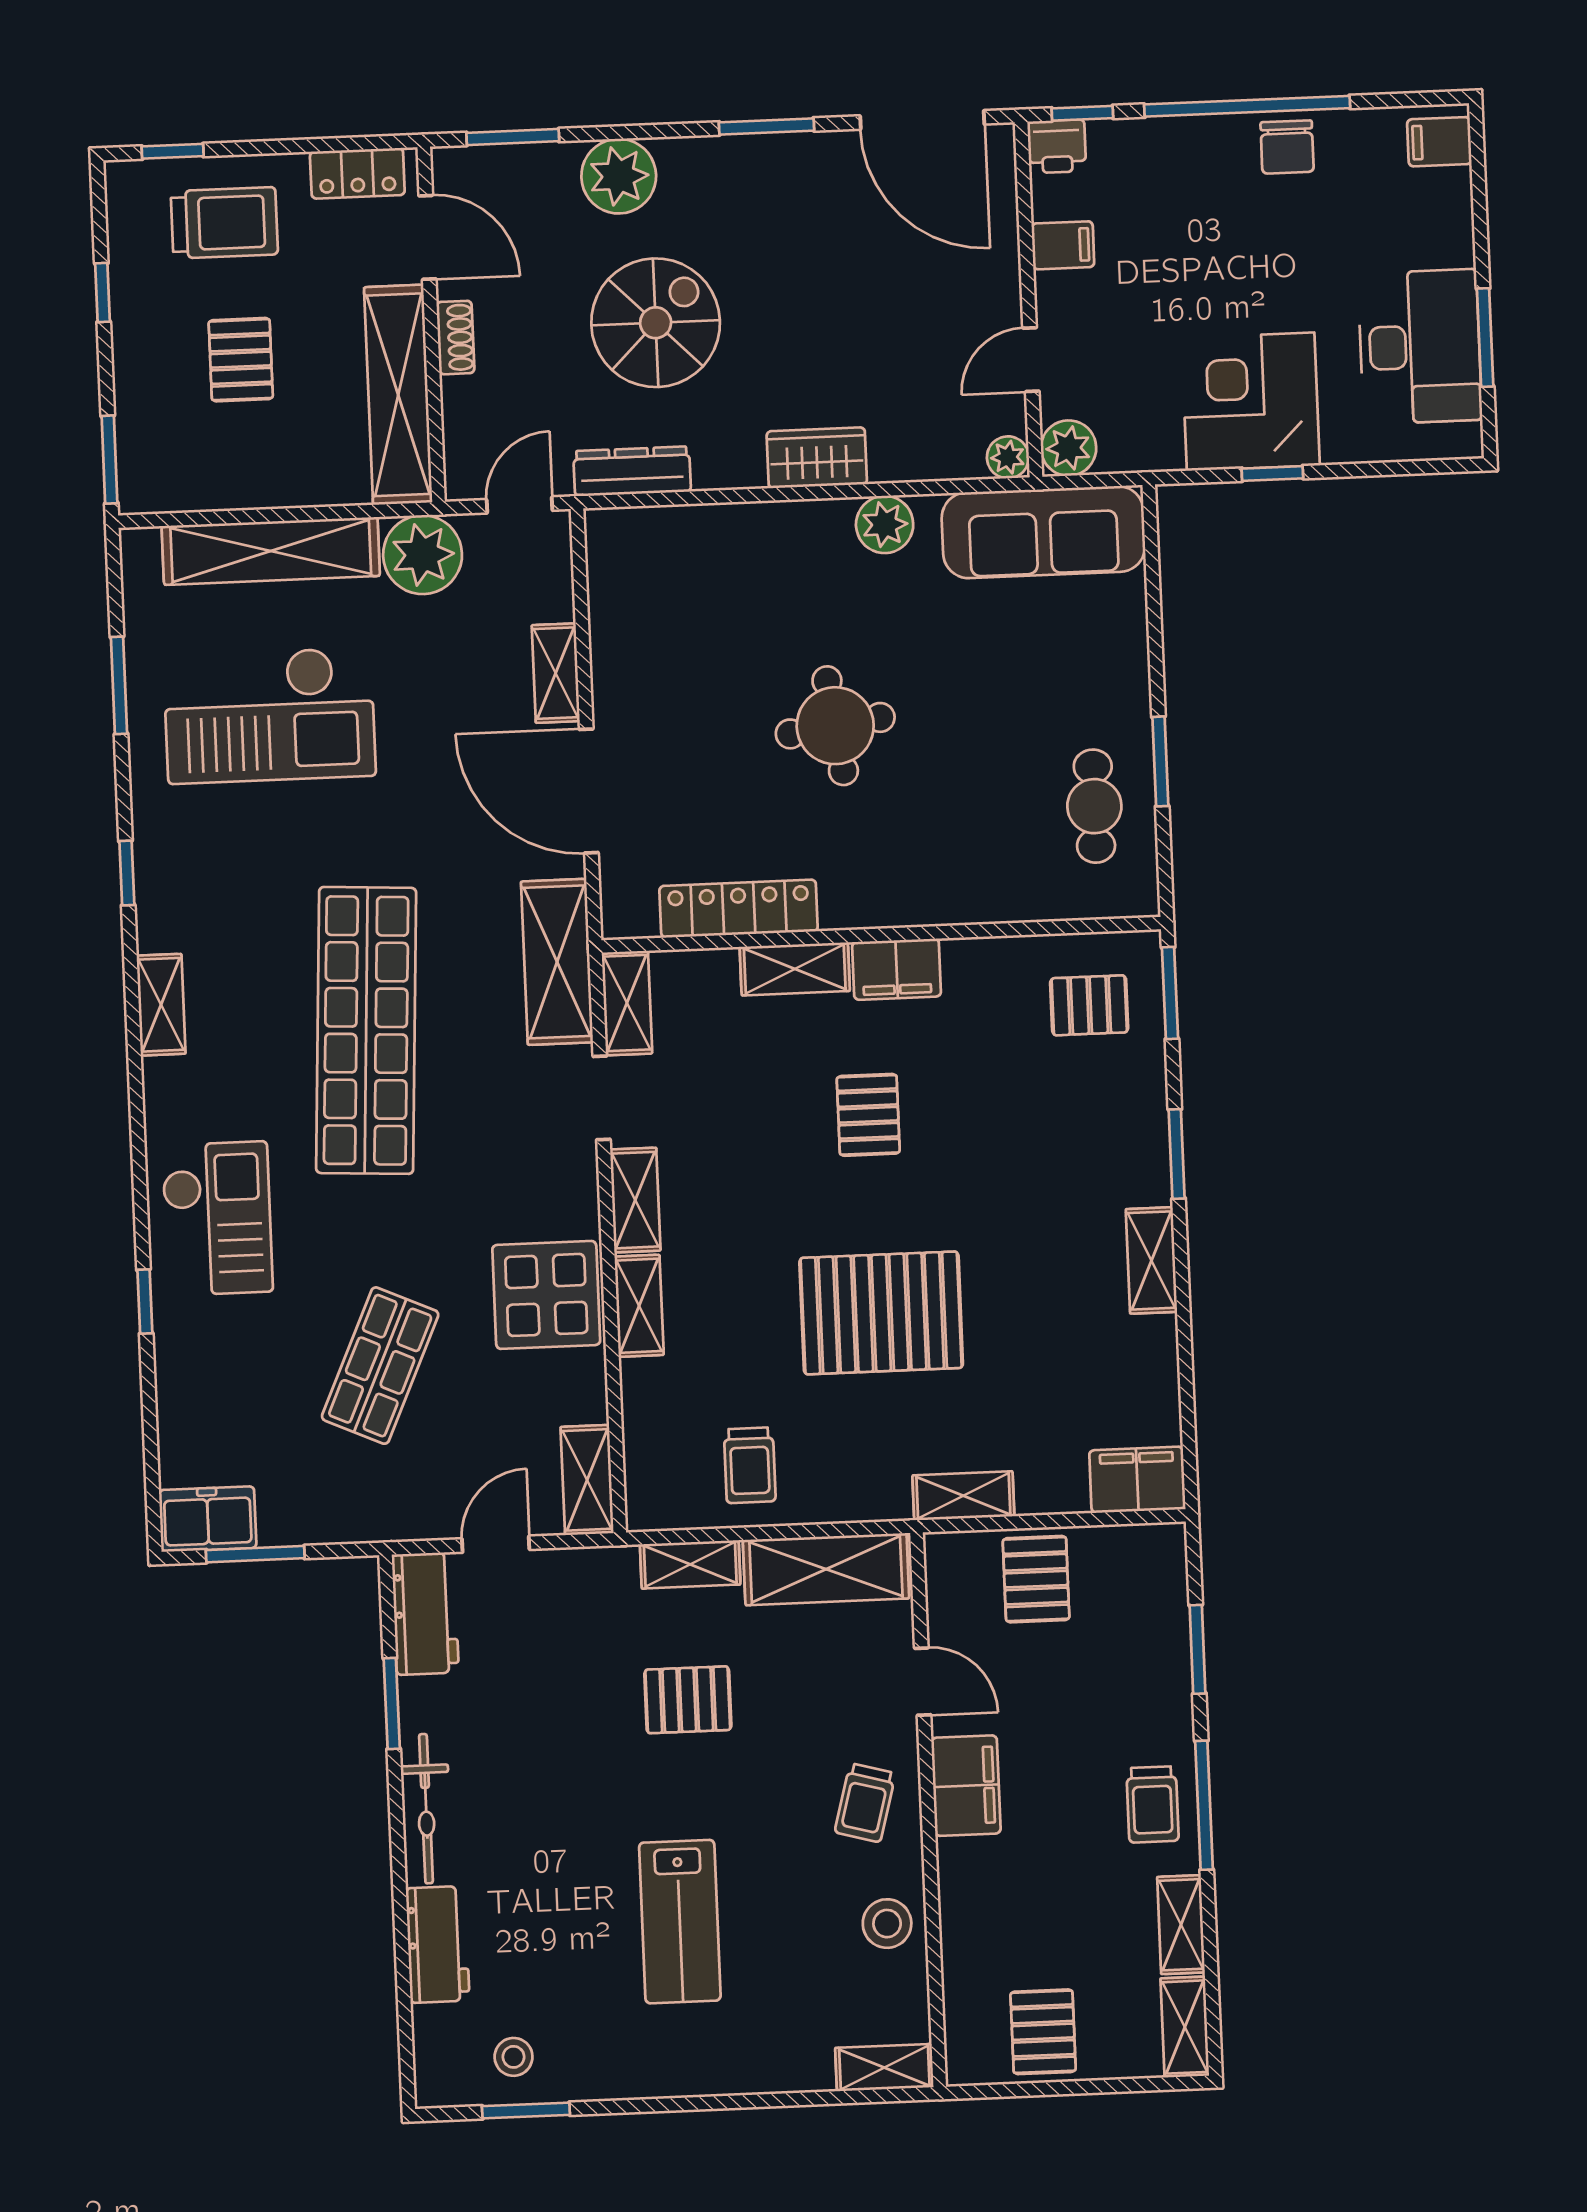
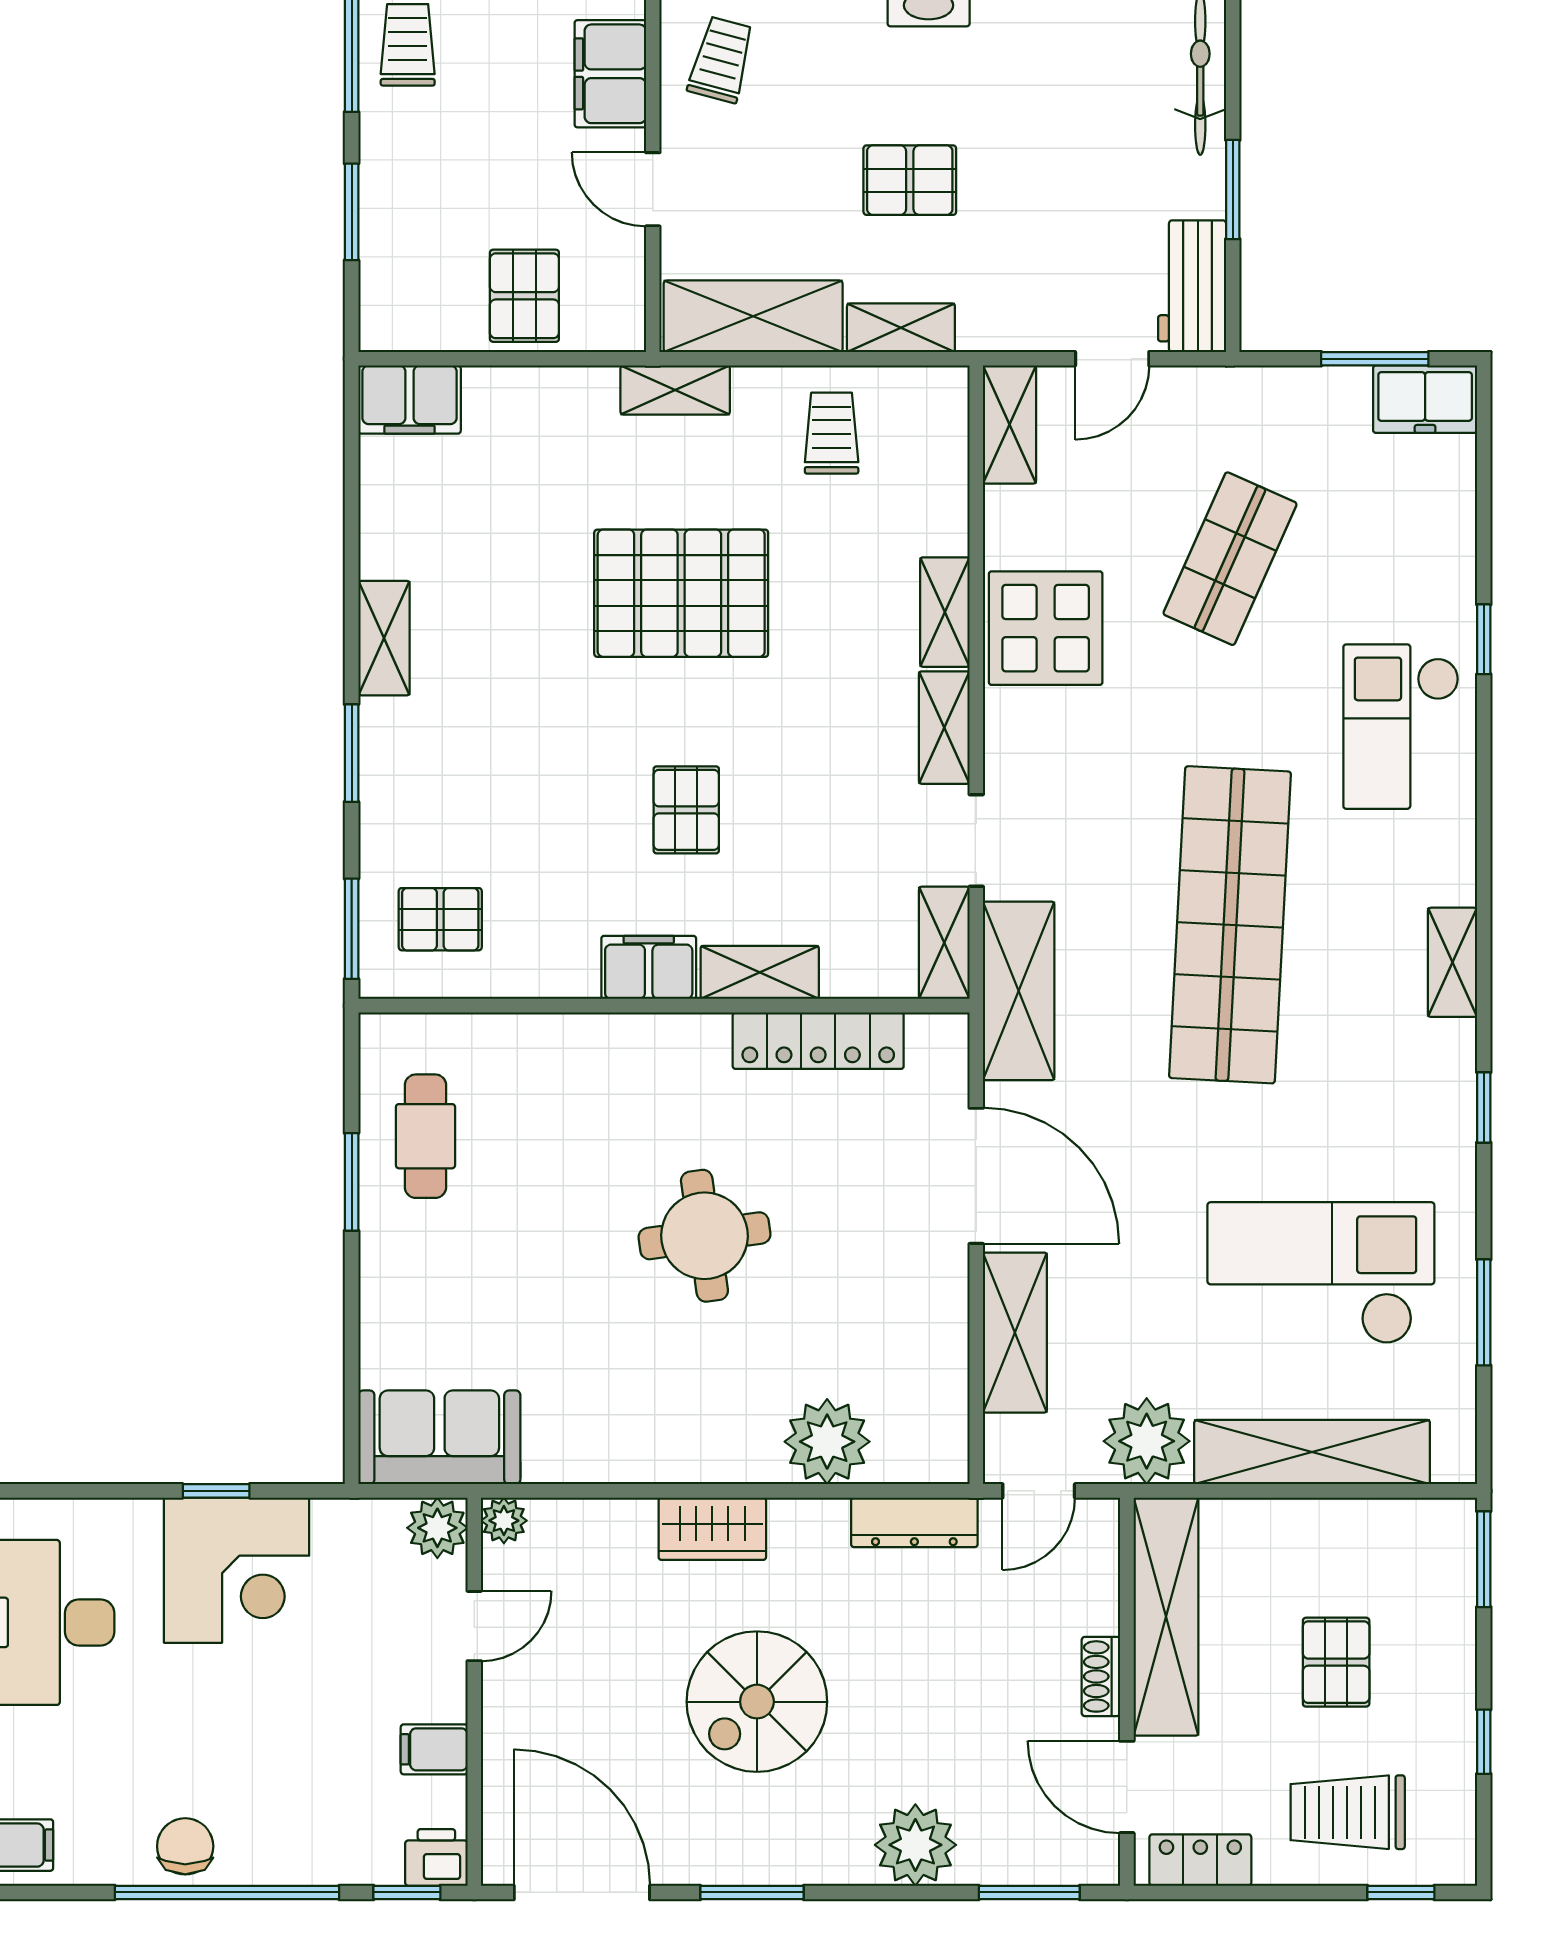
spiral stairs: (656, 323) -> (757, 1702), moved
plant: (885, 524) -> (827, 1442), moved, width x1.36, depth x1.36
sofa: (1043, 532) -> (439, 1437), width x0.73
shelving: (556, 673) -> (1015, 1333), width x1.50, depth x1.33
shelving: (963, 1496) -> (675, 390), moved

